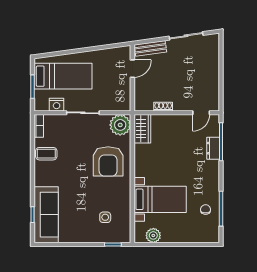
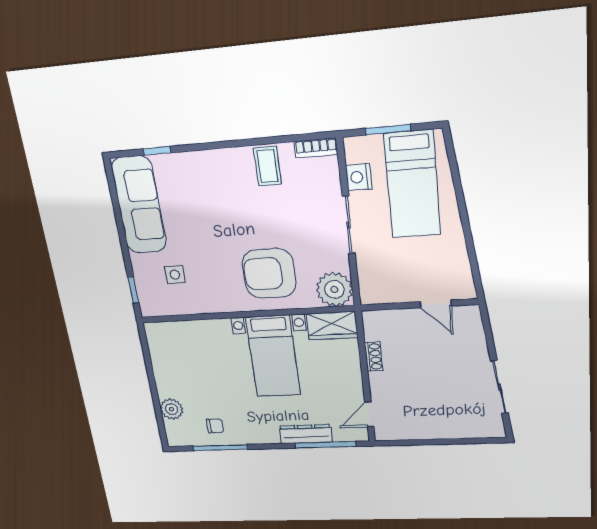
bench: (150, 48) -> (474, 332), removed
door: (201, 113) -> (369, 414), hinge flipped
dresser: (213, 148) -> (306, 434), width x1.44
bed with nightstands: (160, 199) -> (273, 356), moved
sofa: (46, 215) -> (139, 205), moved, turned -90
plant: (153, 235) -> (171, 409), moved

